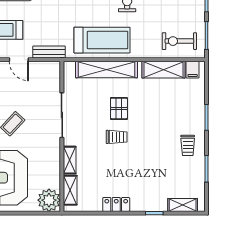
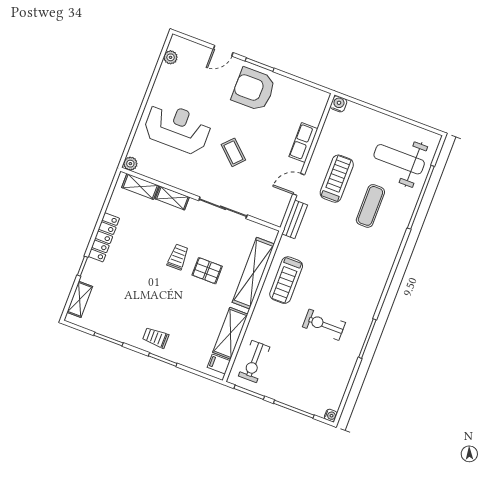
treadmill: (102, 40) -> (286, 280), width x0.73, depth x0.73
exercise bike: (179, 41) -> (254, 361), turned 180
trolley: (117, 137) -> (178, 257), turned 180
trolley: (188, 145) -> (156, 338), moved
plant: (49, 200) -> (130, 164), width x0.53, depth x0.53
locker: (116, 204) -> (104, 237), width x1.53

